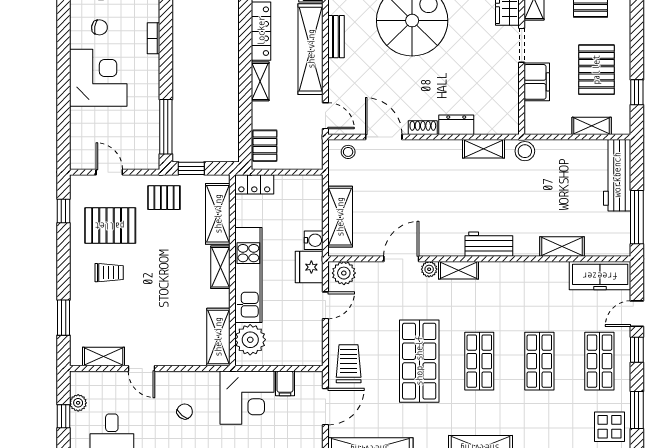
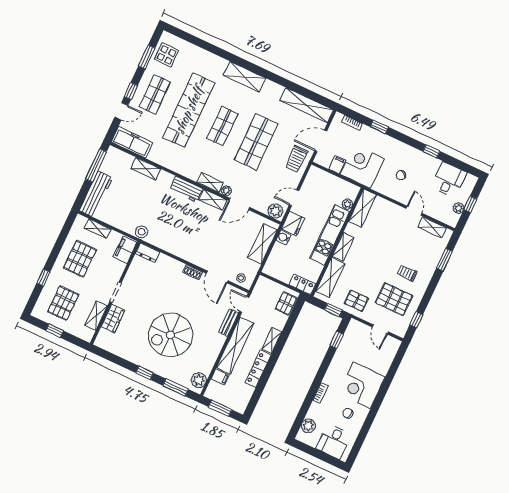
bench: (336, 37) -> (228, 322), moved
filing cabinet: (537, 82) -> (125, 250), moved
window: (637, 92) -> (43, 278), moved
dresser: (456, 125) -> (148, 253), moved
window: (166, 127) -> (337, 340), width x0.46
shelving: (483, 149) -> (213, 200), moved
plant: (250, 340) -> (347, 204), width x0.53, depth x0.53
shop shelf: (539, 361) -> (189, 110), width x2.00, depth x1.36

